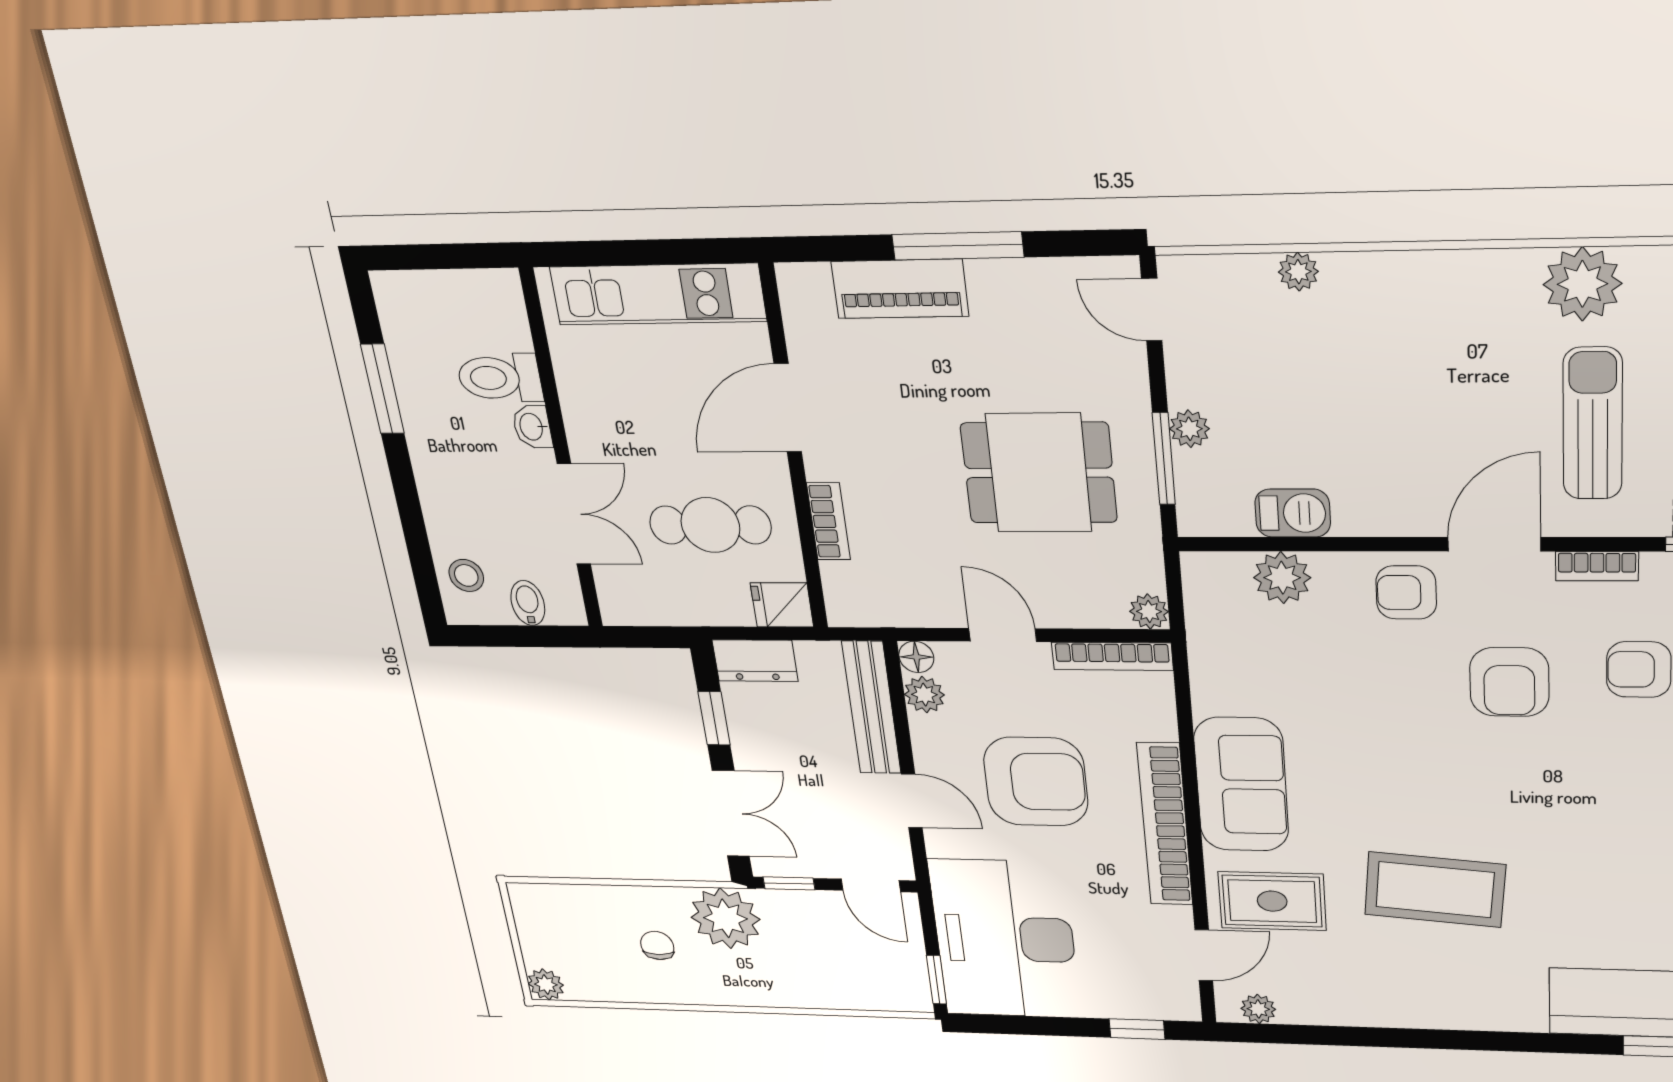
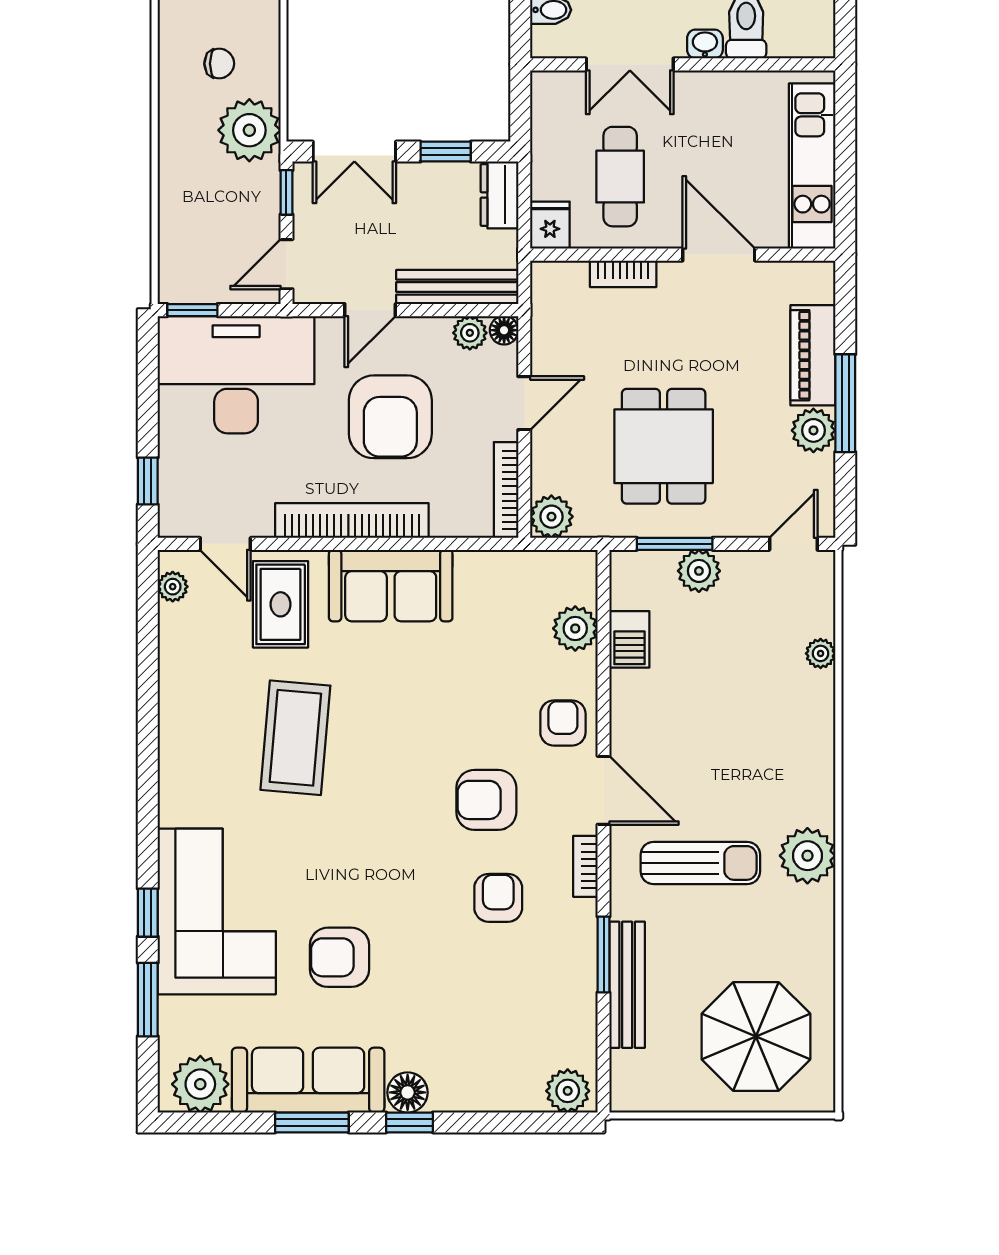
plant: (998, 286) -> (813, 430), added
plant: (1189, 429) -> (699, 571), width x1.38, depth x1.38
plant: (1149, 611) -> (551, 517), width x1.38, depth x1.38

